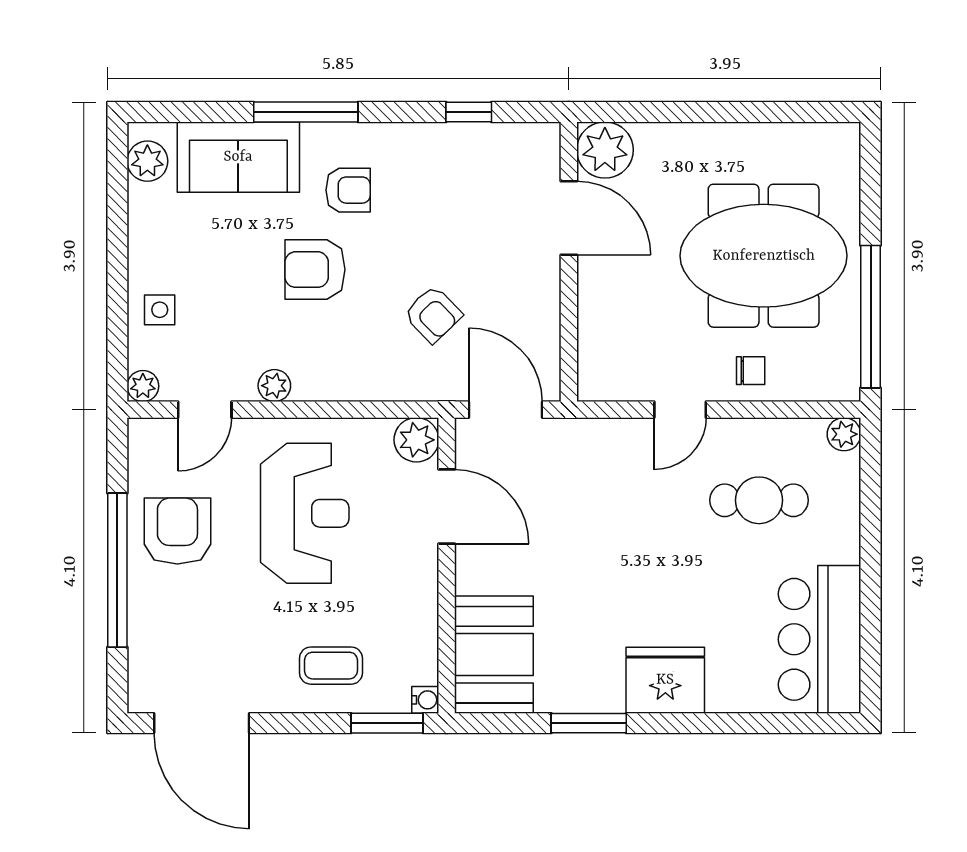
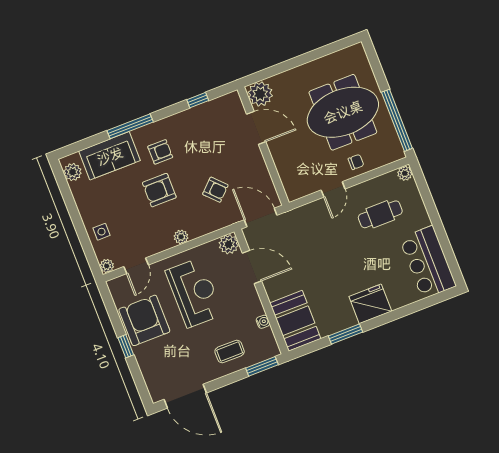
plant: (274, 386) -> (181, 237), moved
armchair: (177, 531) -> (144, 320), width x1.36, depth x1.36
window: (117, 570) -> (126, 346), width x0.32
water cooler: (425, 700) -> (263, 322), moved

